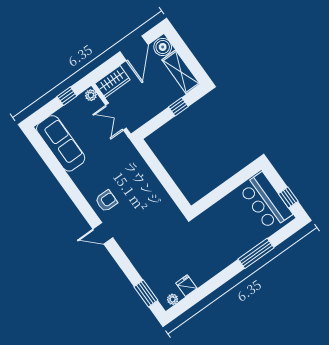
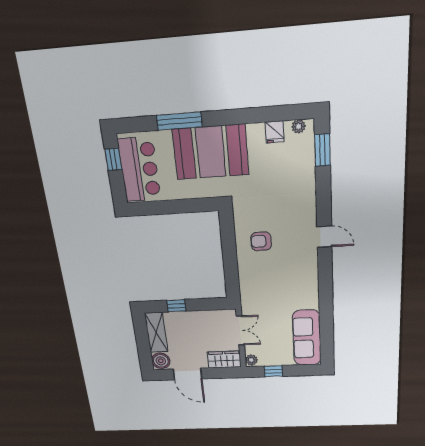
door: (134, 48) -> (188, 374), swing flipped
armchair: (106, 201) -> (261, 241), moved
booth: (222, 245) -> (211, 152), added

